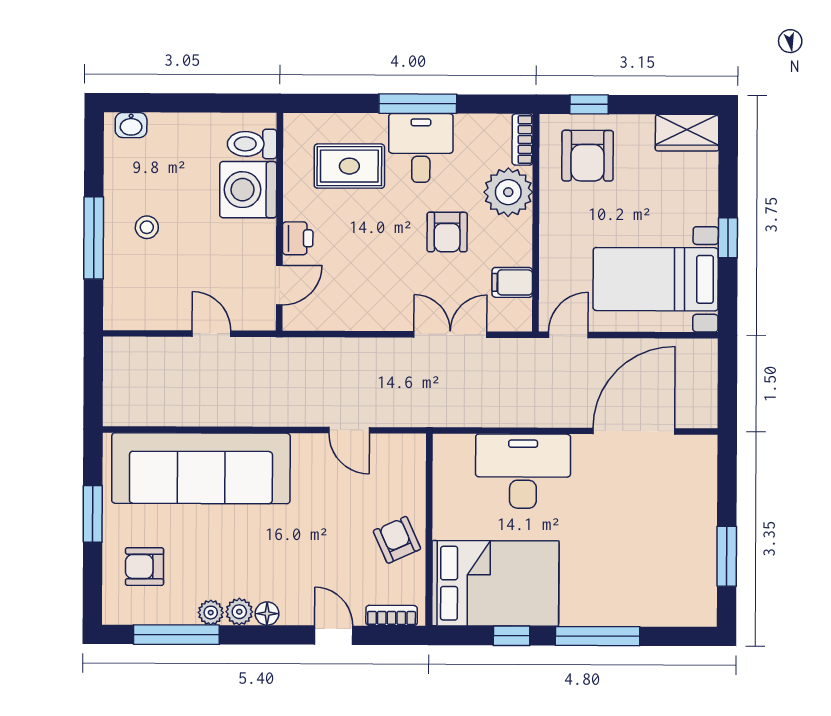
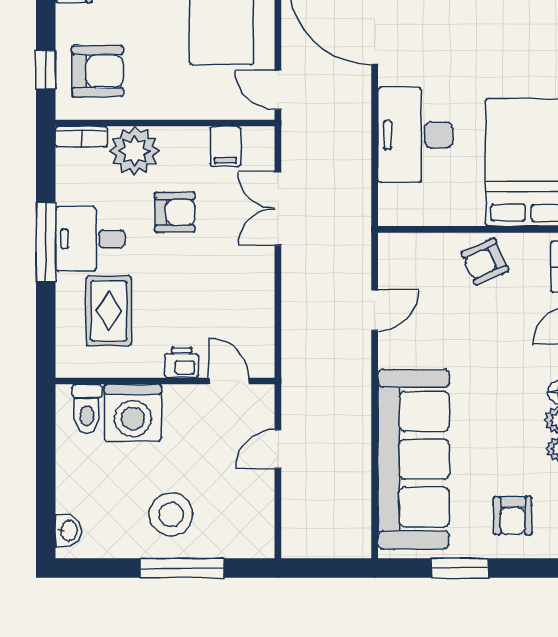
stool: (147, 227) -> (171, 515), width x1.89, depth x1.89

